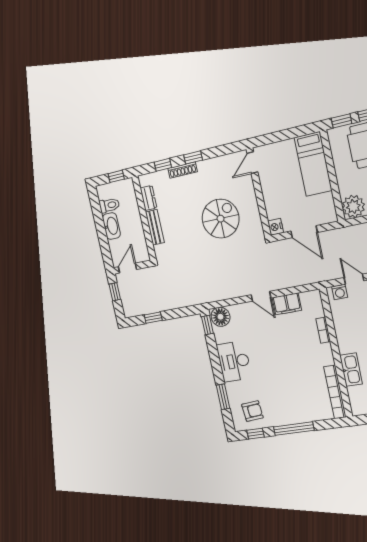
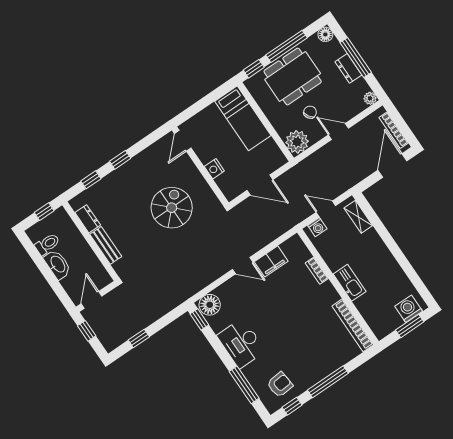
shoe rack: (183, 170) -> (114, 177), removed
nightstand: (276, 227) -> (214, 169), moved
kitchen sink: (351, 370) -> (350, 283), moved
window: (223, 397) -> (244, 385), width x1.44

